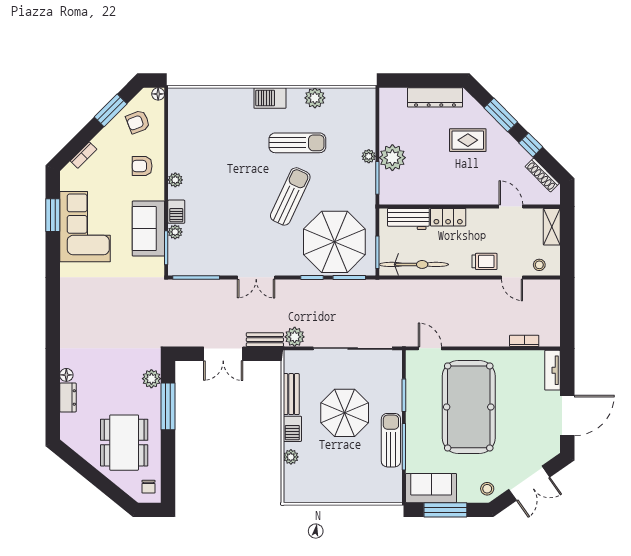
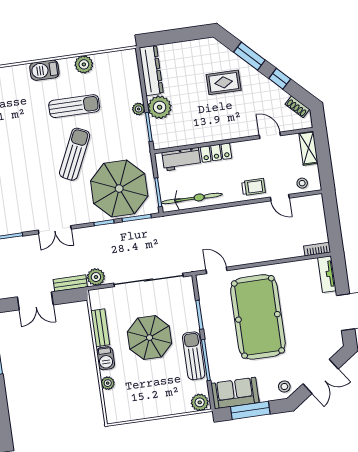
dresser: (435, 97) -> (151, 71), moved, turned -90
shoe rack: (542, 175) -> (297, 107), width x0.70
bookcase: (524, 341) -> (317, 249), moved
plant: (390, 493) -> (200, 402), added

